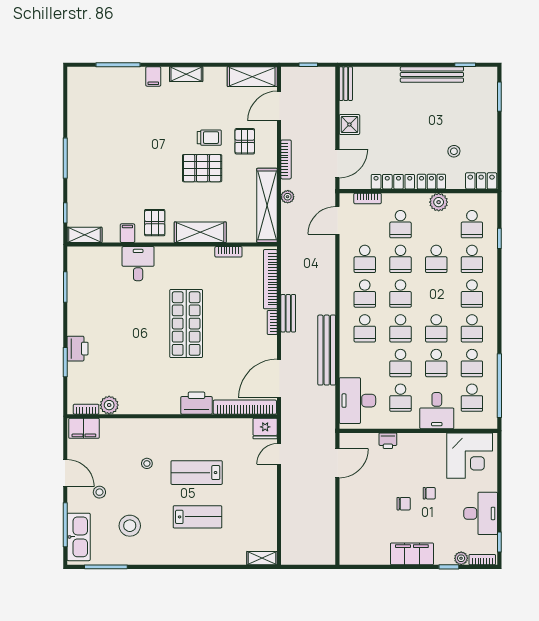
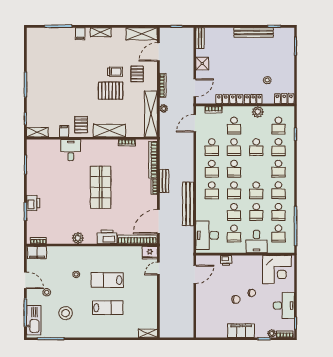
plant: (109, 405) -> (78, 238), moved

